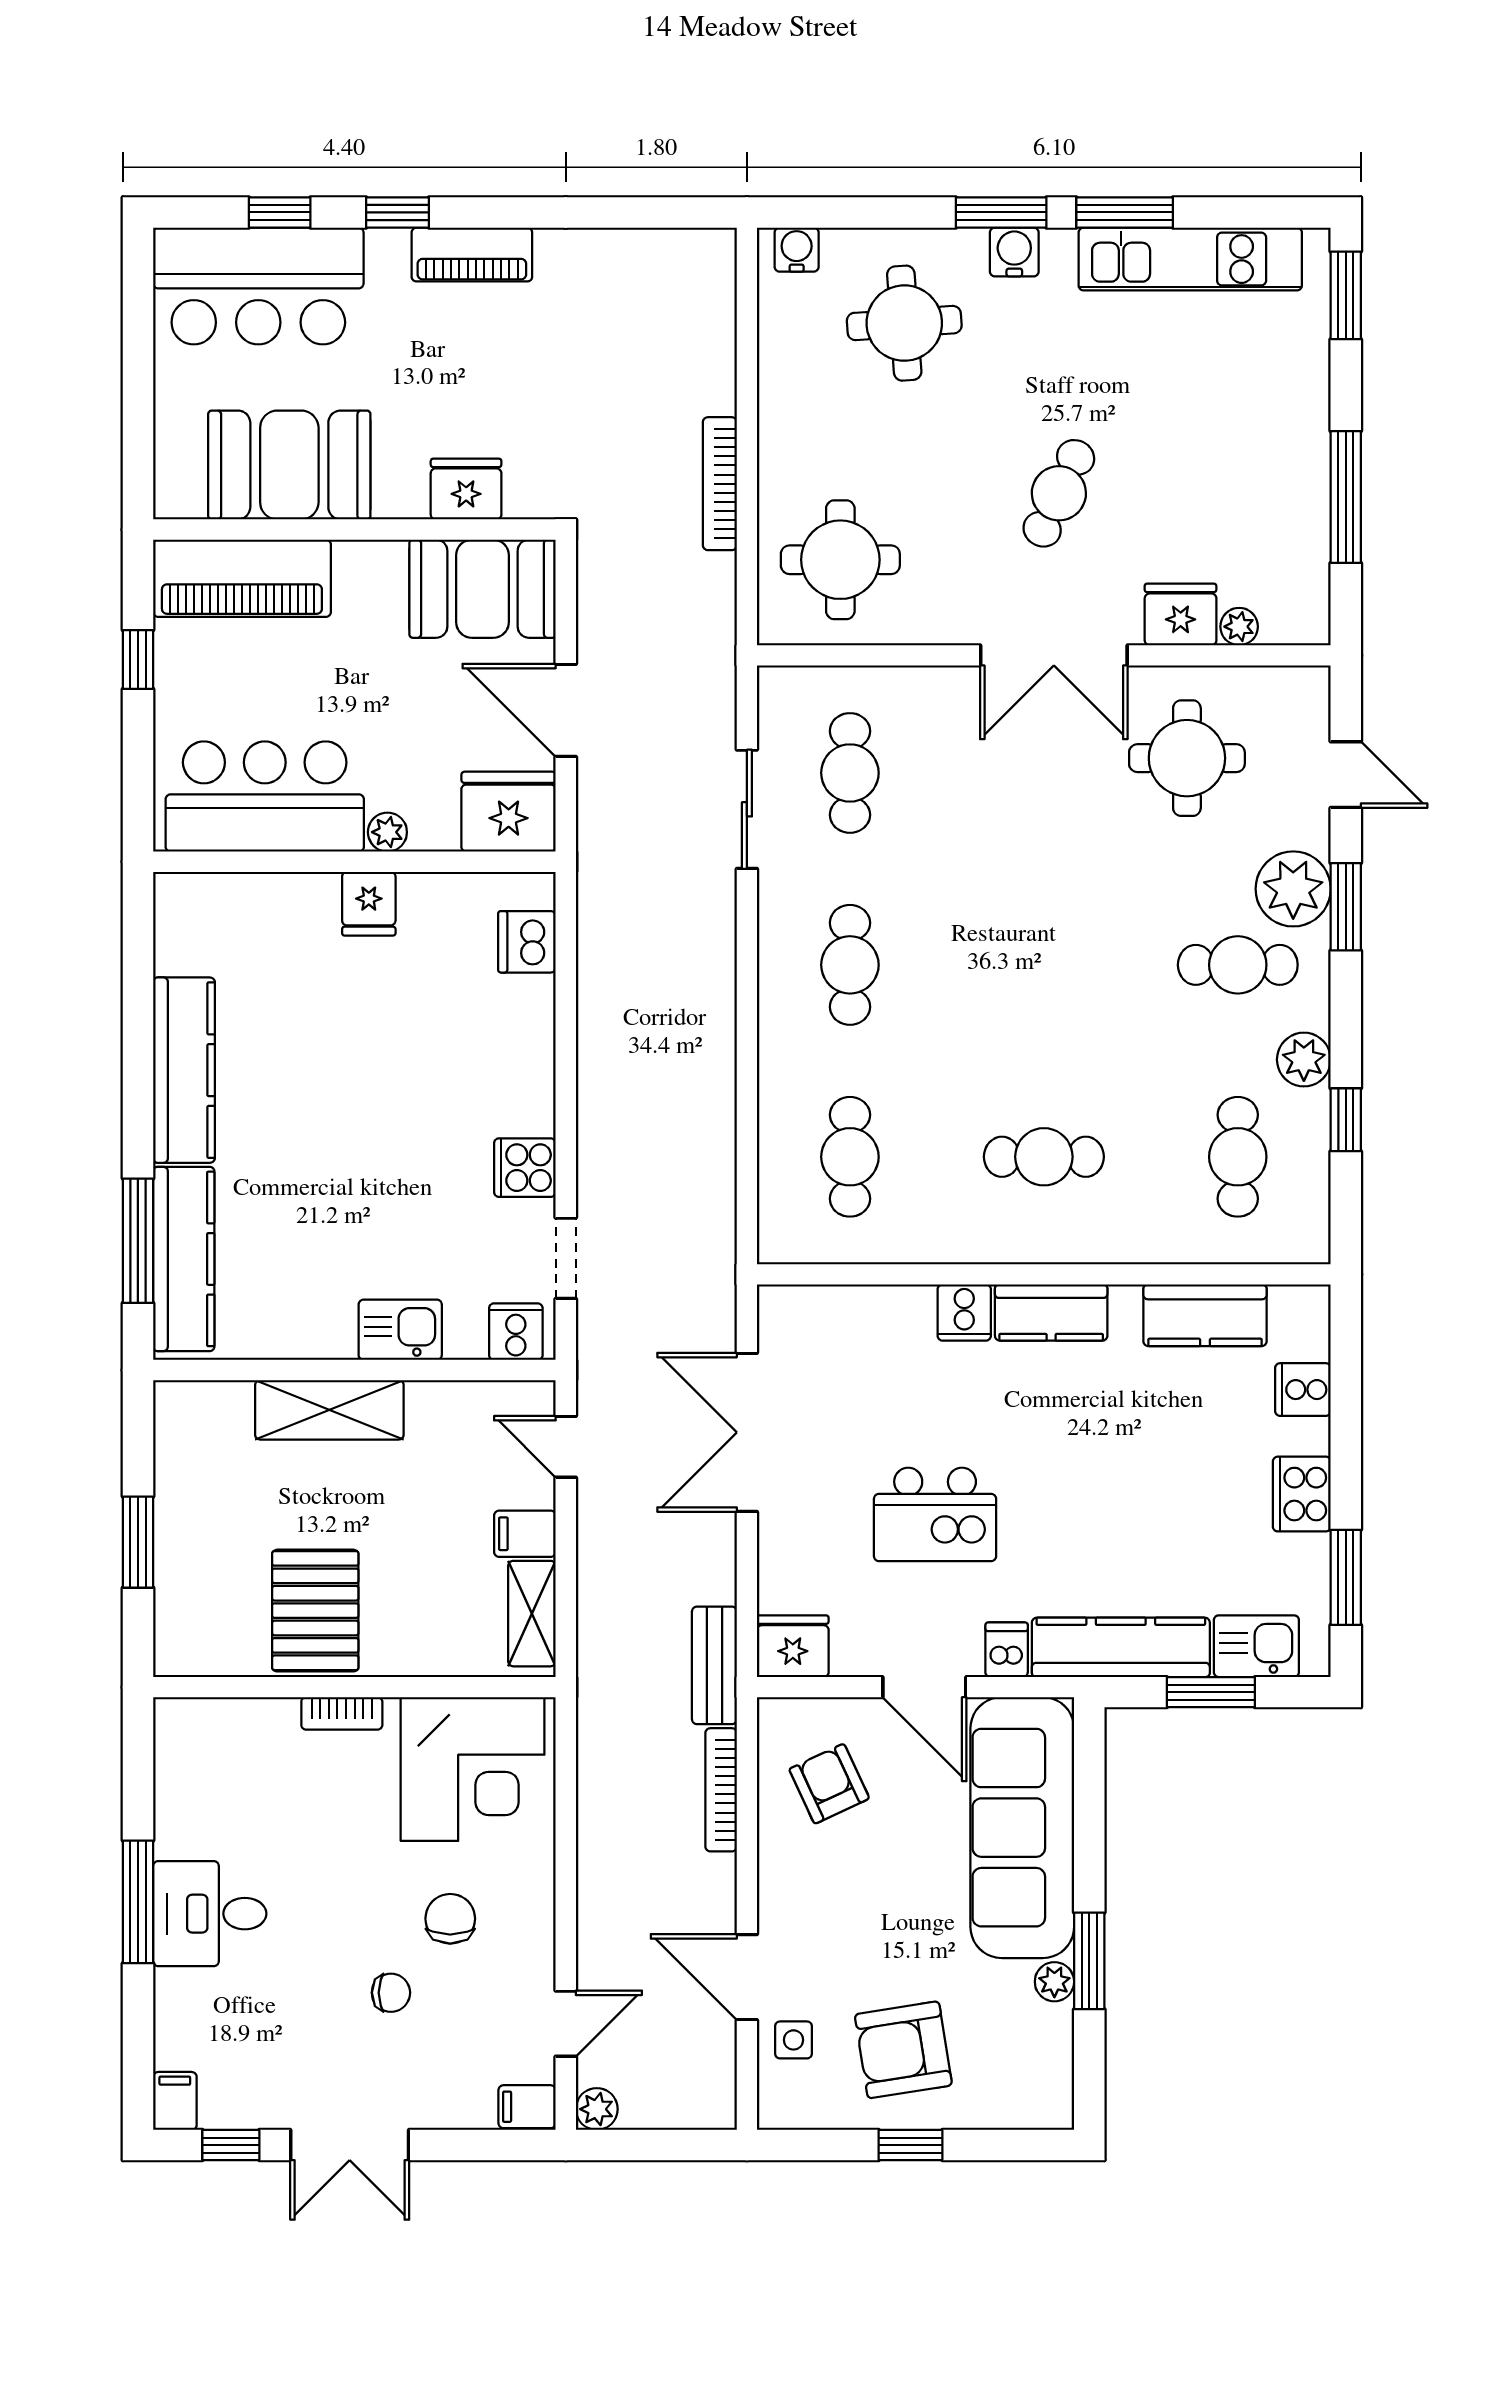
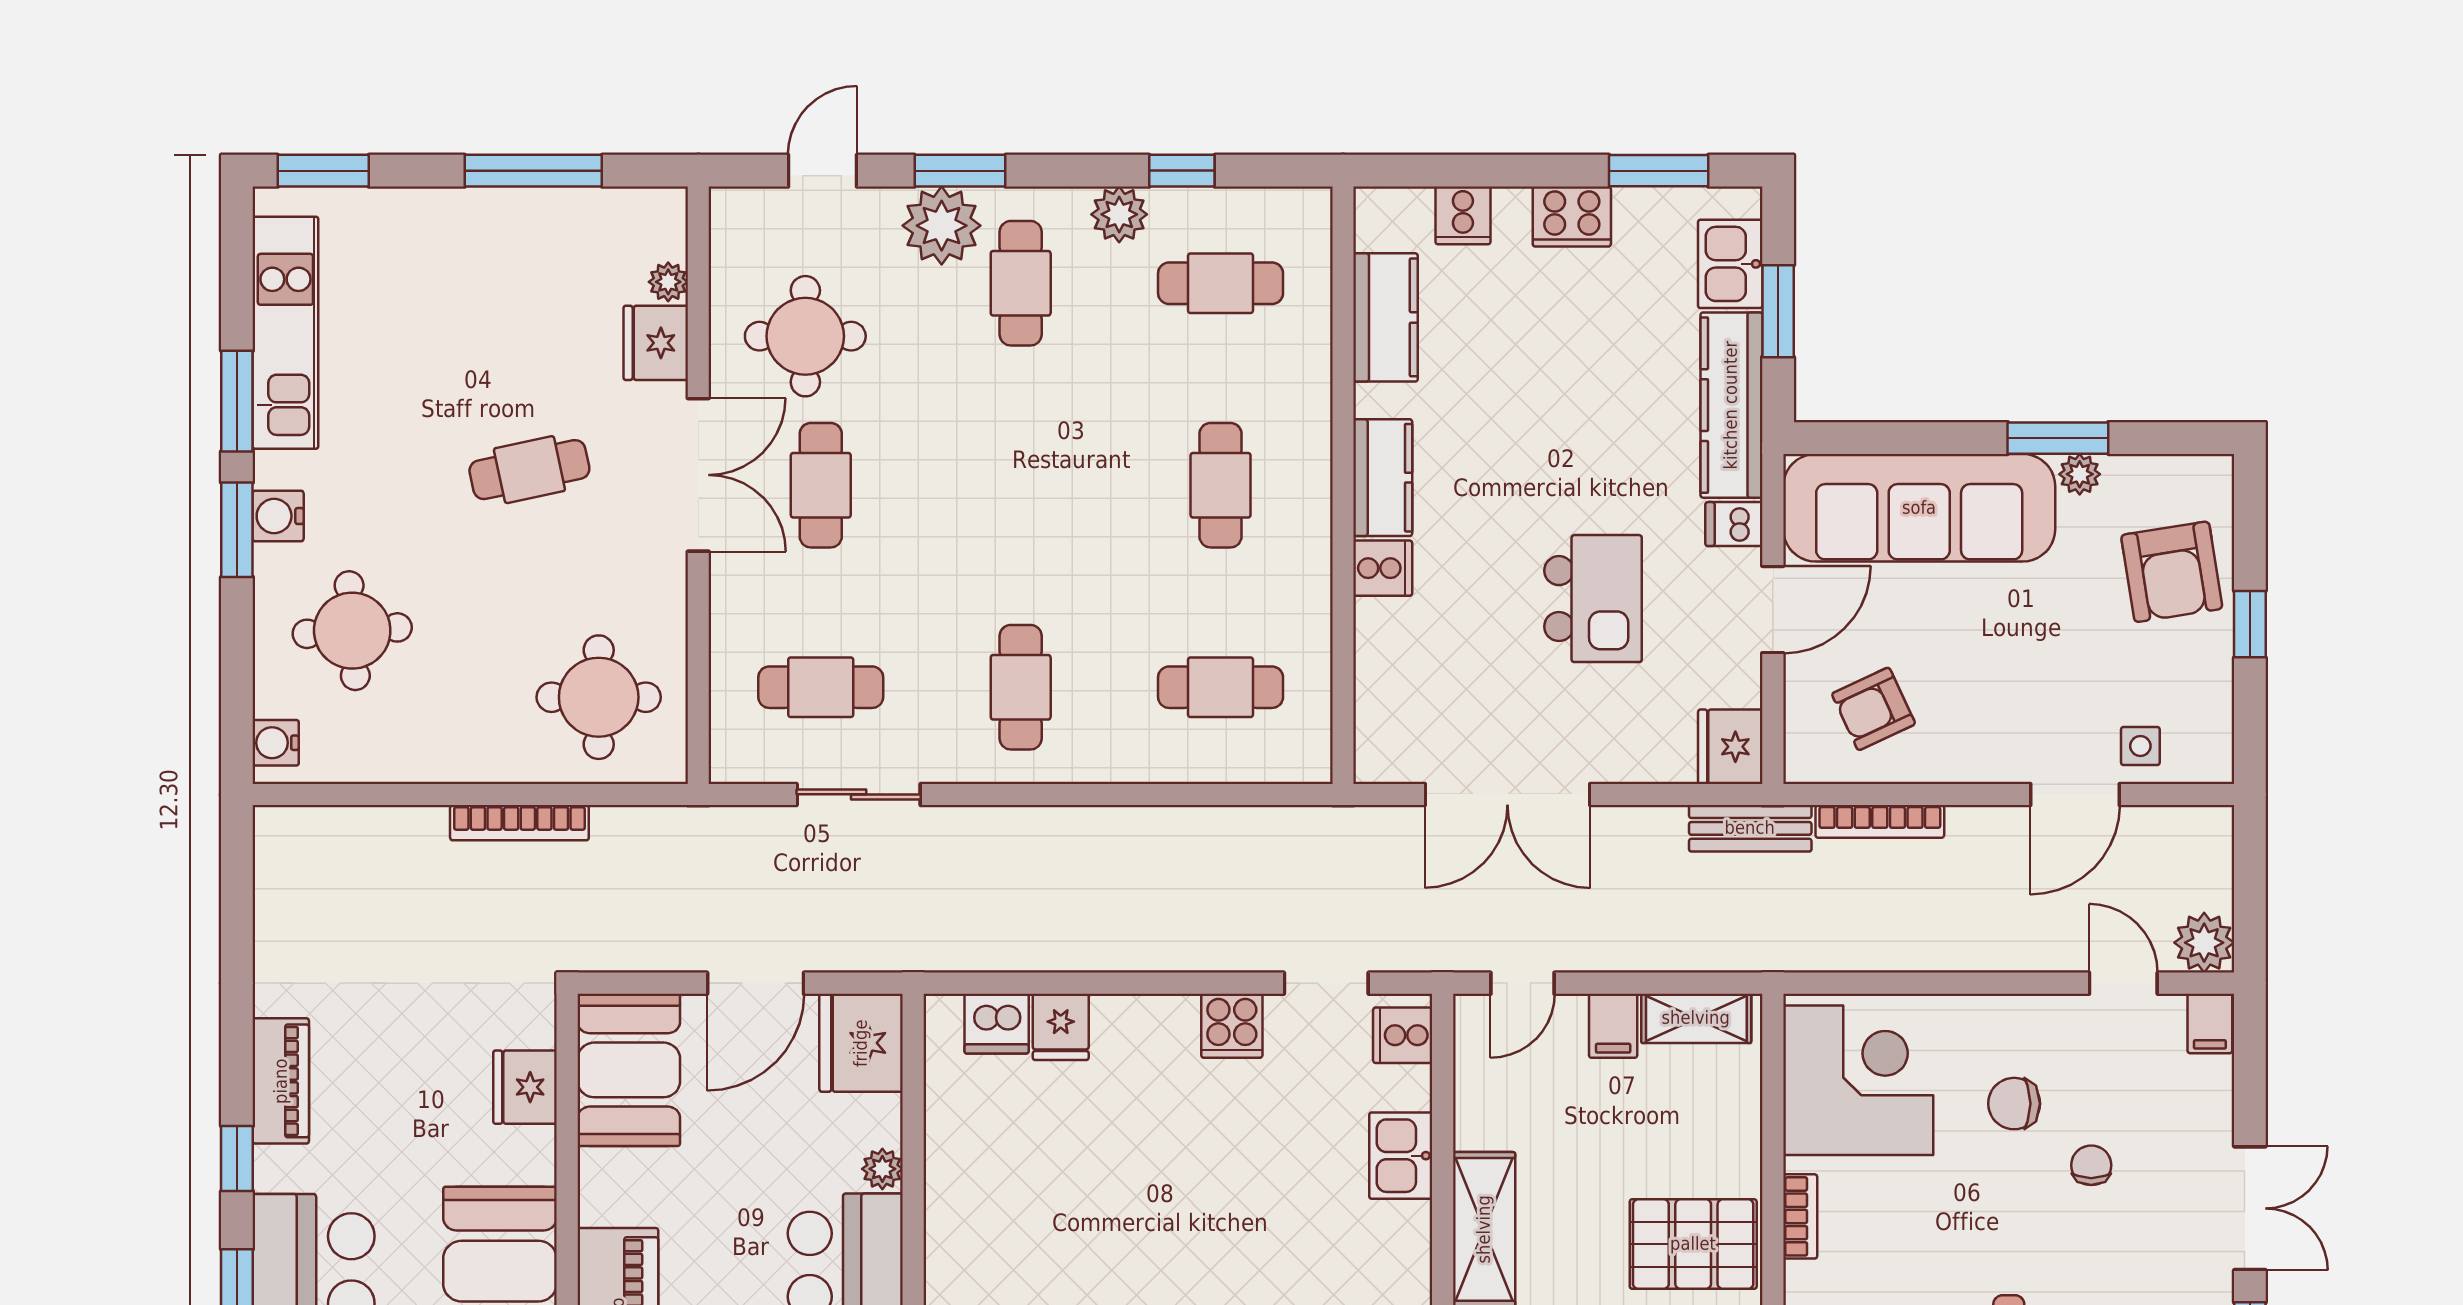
cafe table: (1059, 493) -> (529, 470), turned -37
cafe table: (1044, 773) -> (821, 485), added
fridge: (369, 904) -> (1061, 1027), moved, turned 90
cafe table: (850, 965) -> (1021, 687), turned 90
armchair: (903, 2050) -> (2172, 572), moved
plant: (597, 2109) -> (2204, 943), width x1.38, depth x1.38

